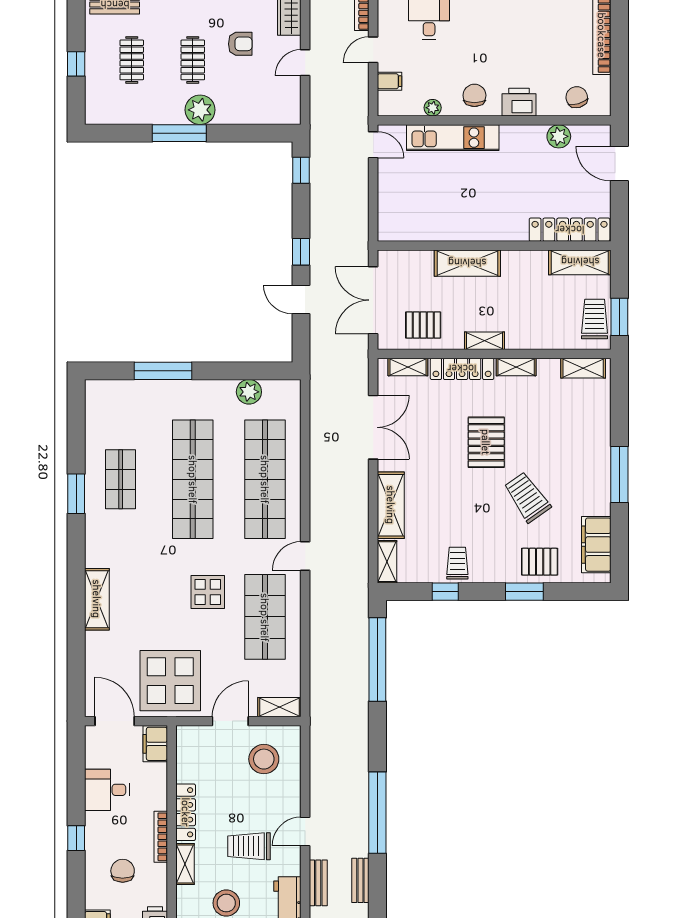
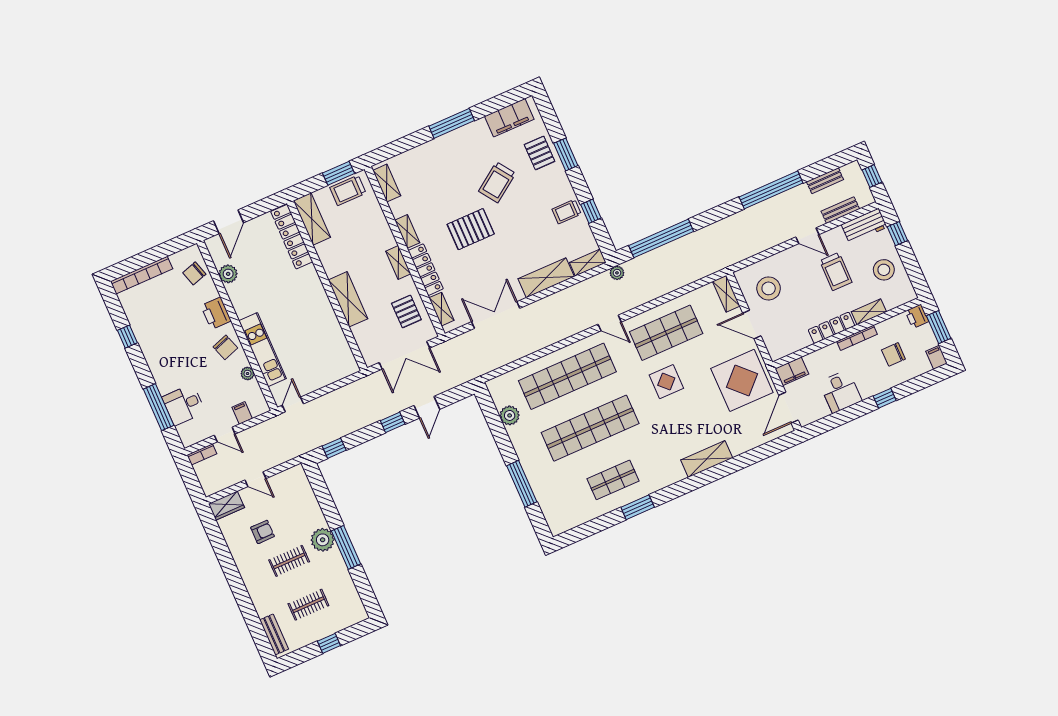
armchair: (240, 44) -> (263, 532), turned 90
chair: (474, 95) -> (225, 347), turned -109
plant: (360, 590) -> (617, 273), added

